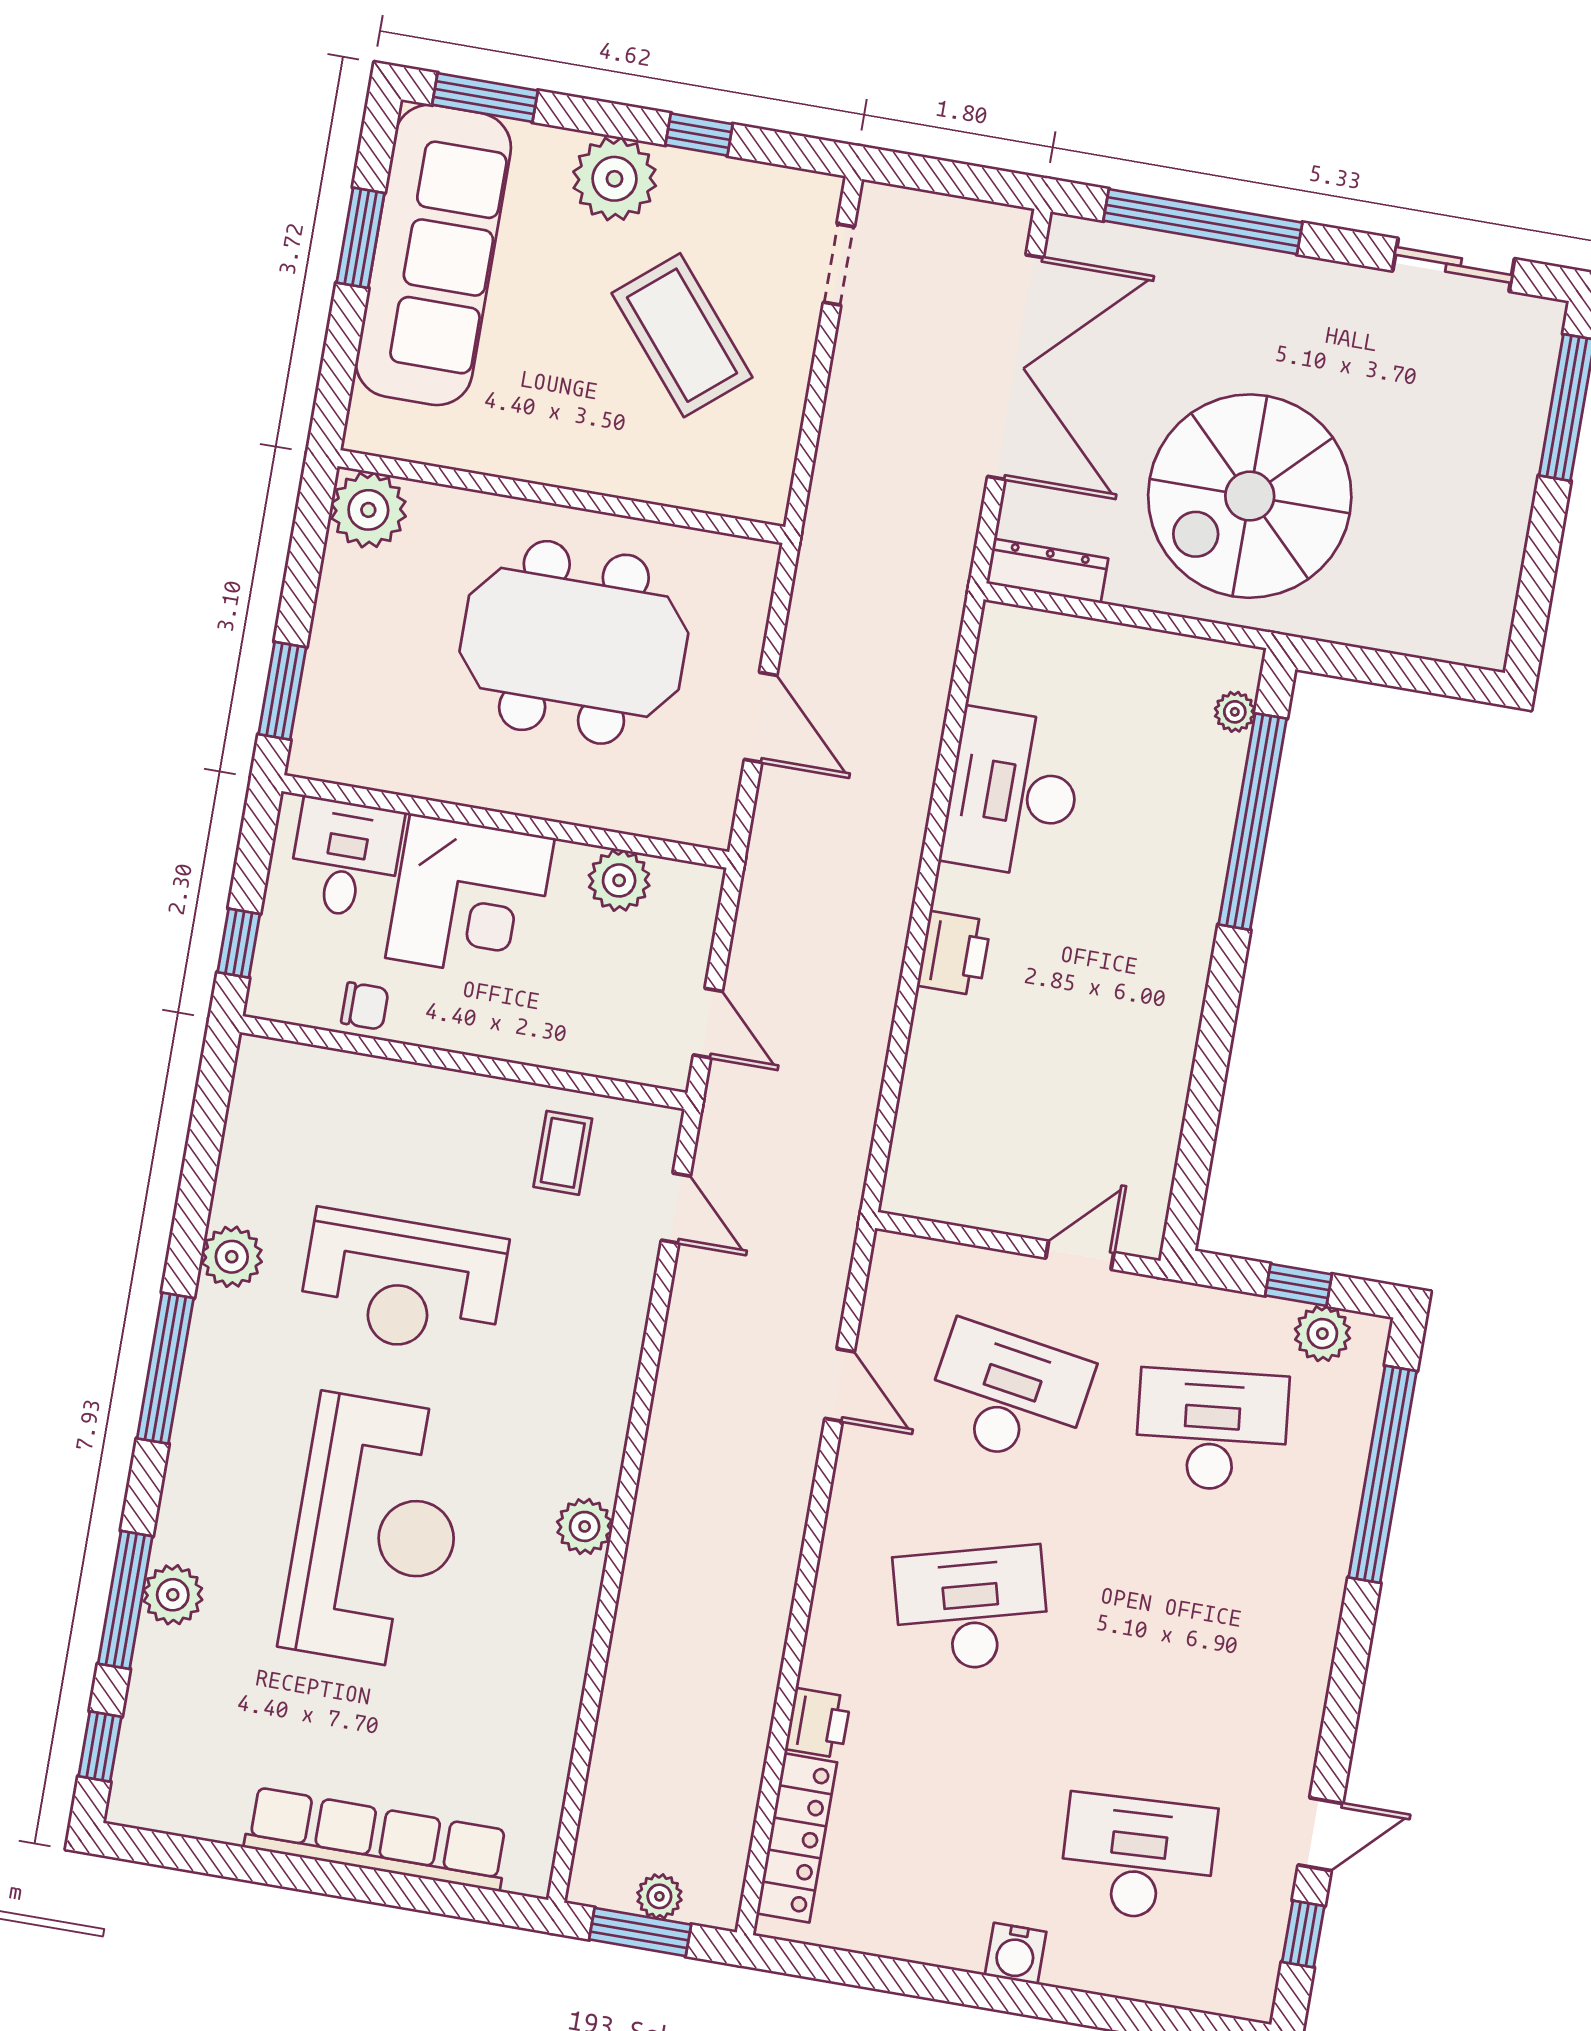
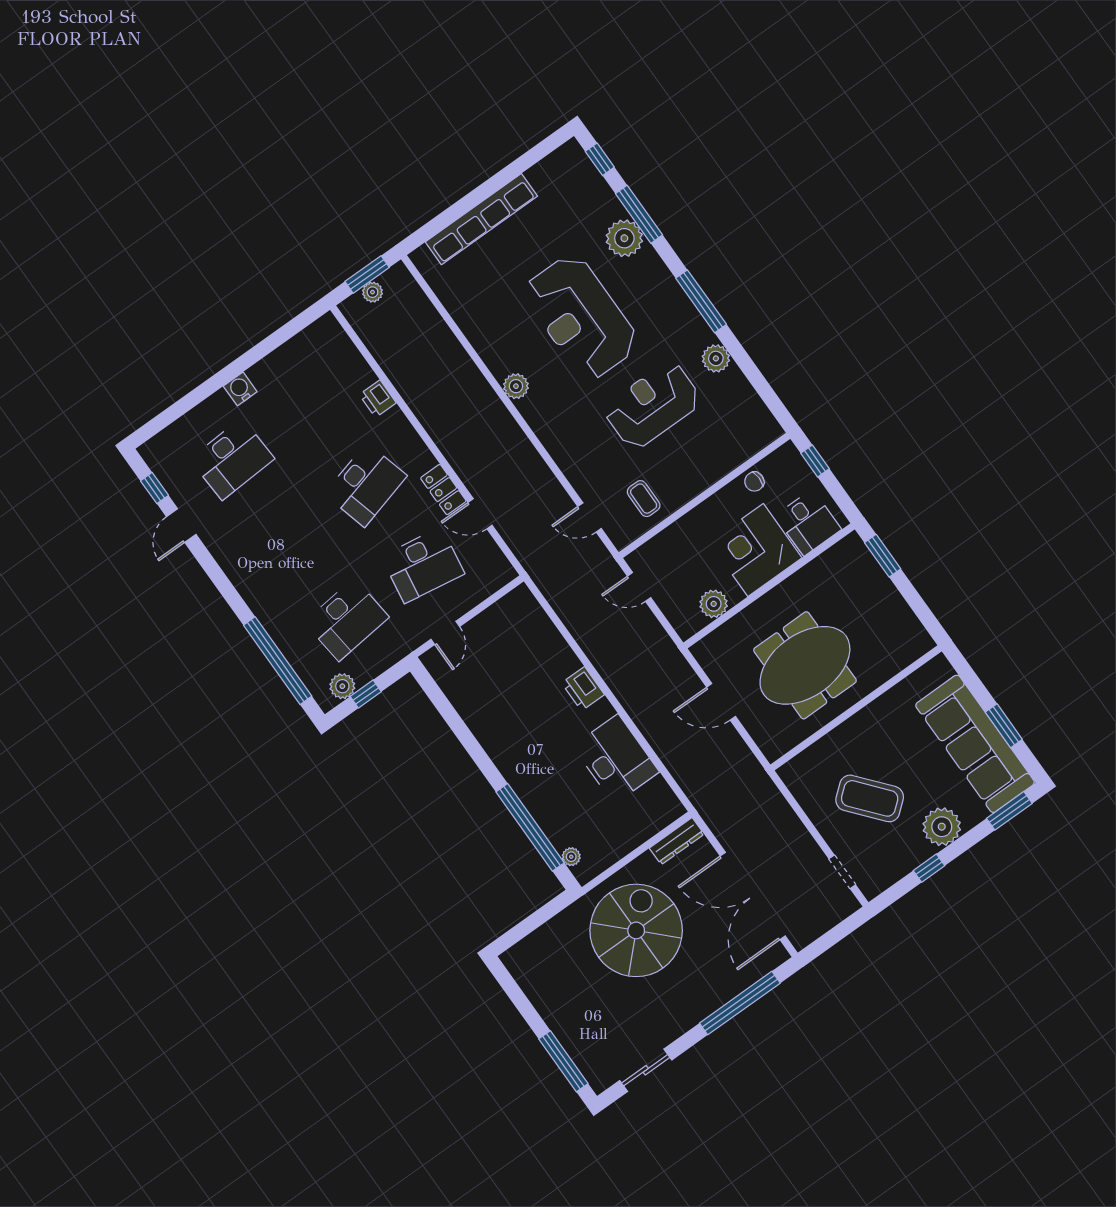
plant: (368, 510) -> (913, 641), removed
plant: (173, 1595) -> (624, 238), width x1.36, depth x1.36
locker: (797, 1838) -> (443, 490), moved, width x0.66

